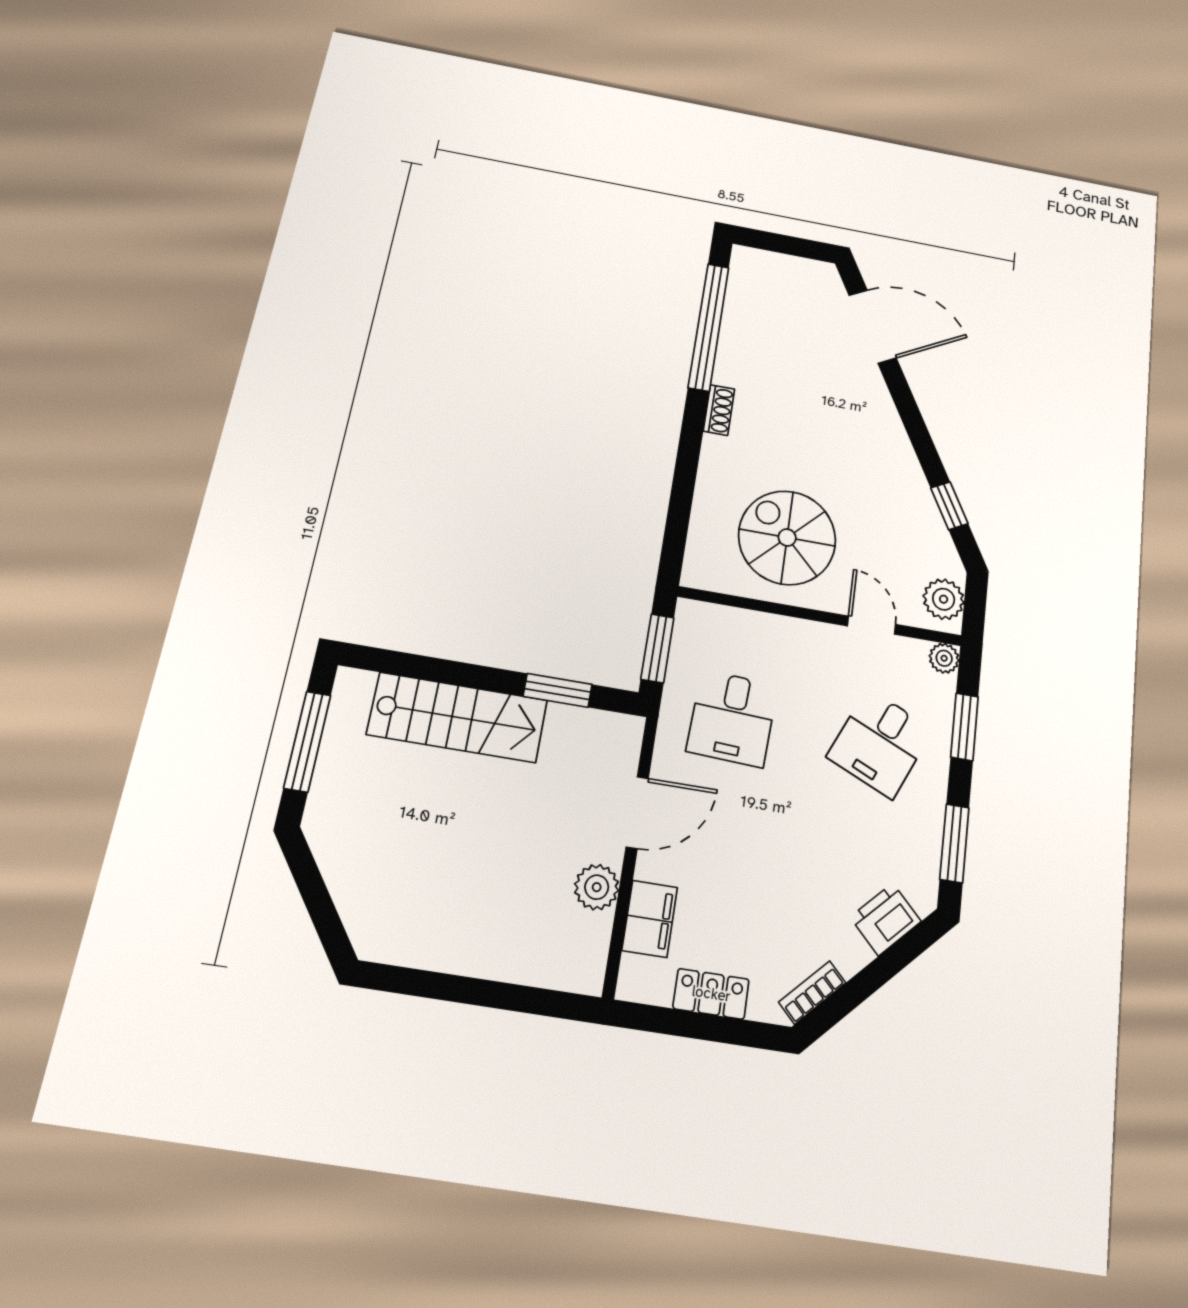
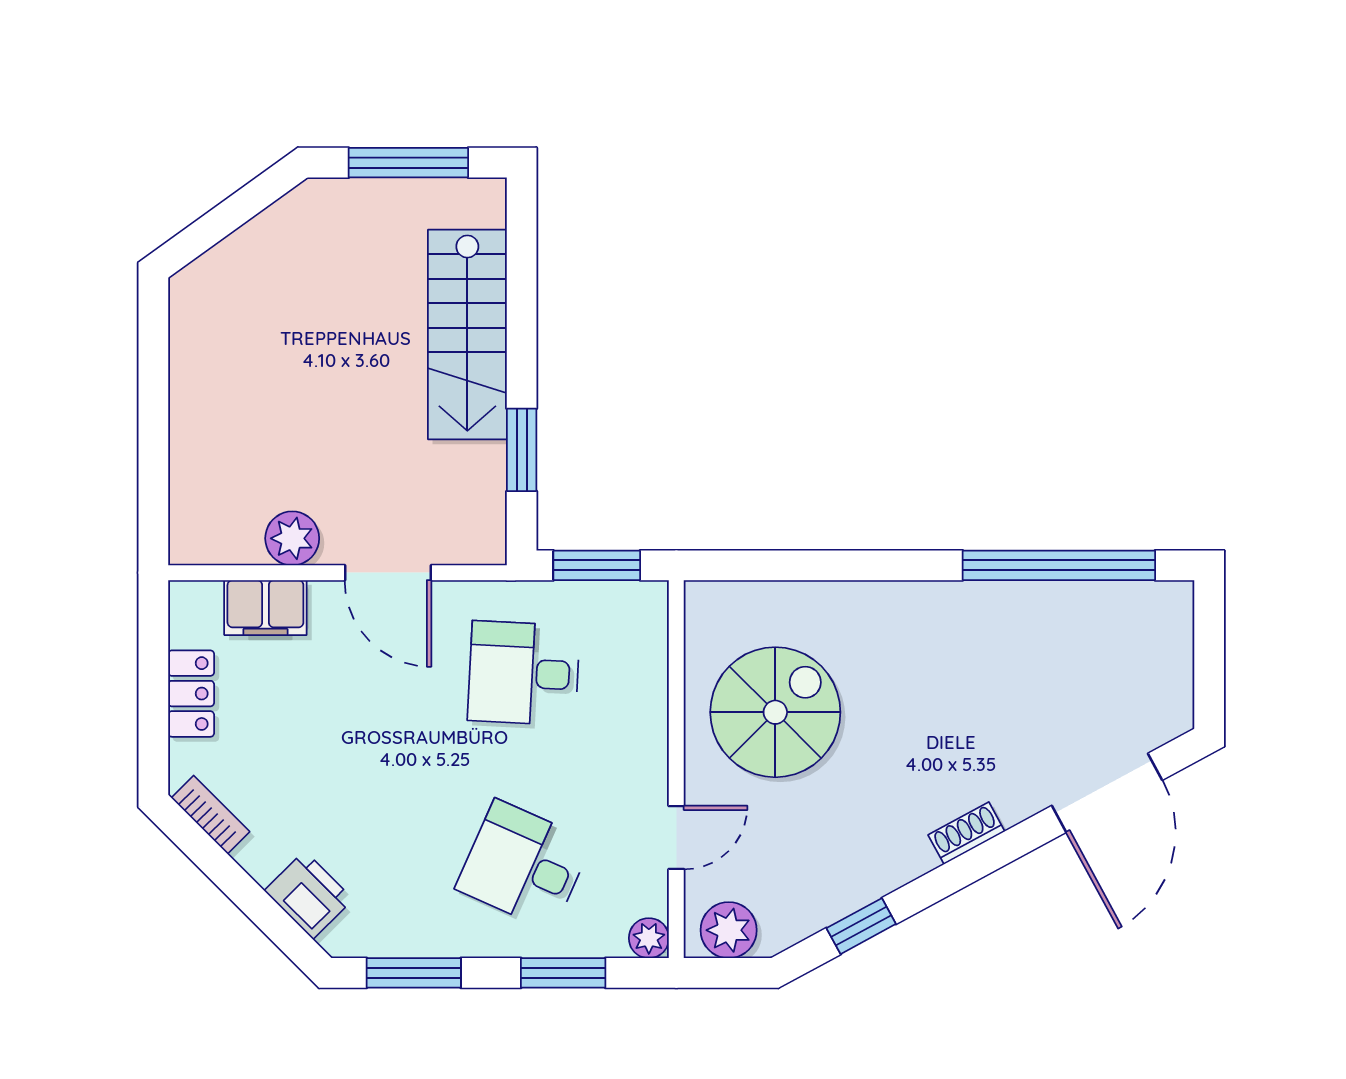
shoe rack: (719, 410) -> (966, 833), moved, turned 152

